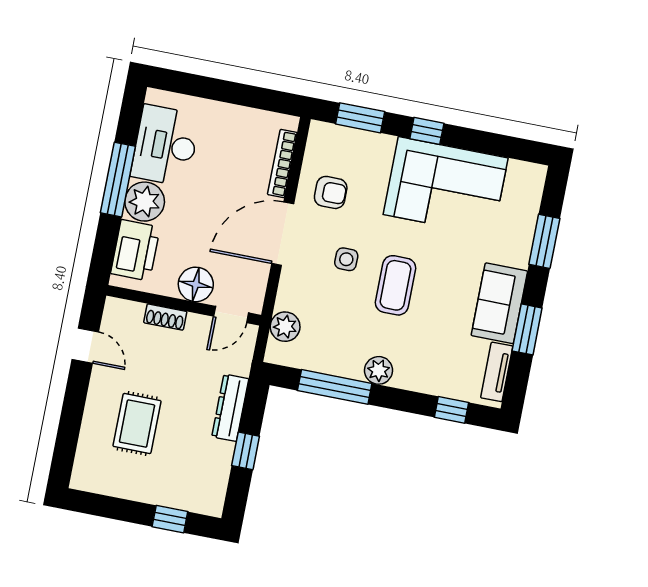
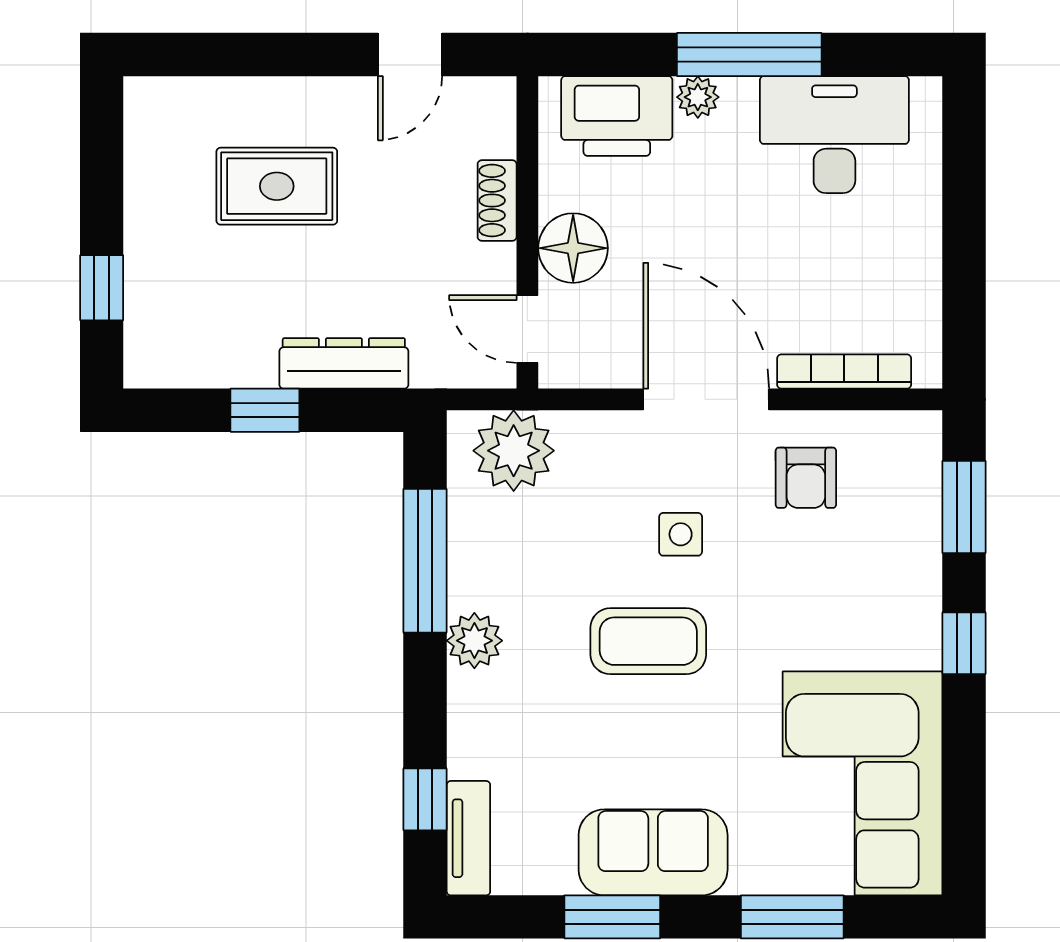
corner sofa: (446, 186) -> (863, 783), moved
plant: (145, 202) -> (698, 97), width x0.53, depth x0.53
plant: (285, 327) -> (514, 451), width x1.36, depth x1.36
tv unit: (497, 372) -> (468, 838), moved, turned 90

